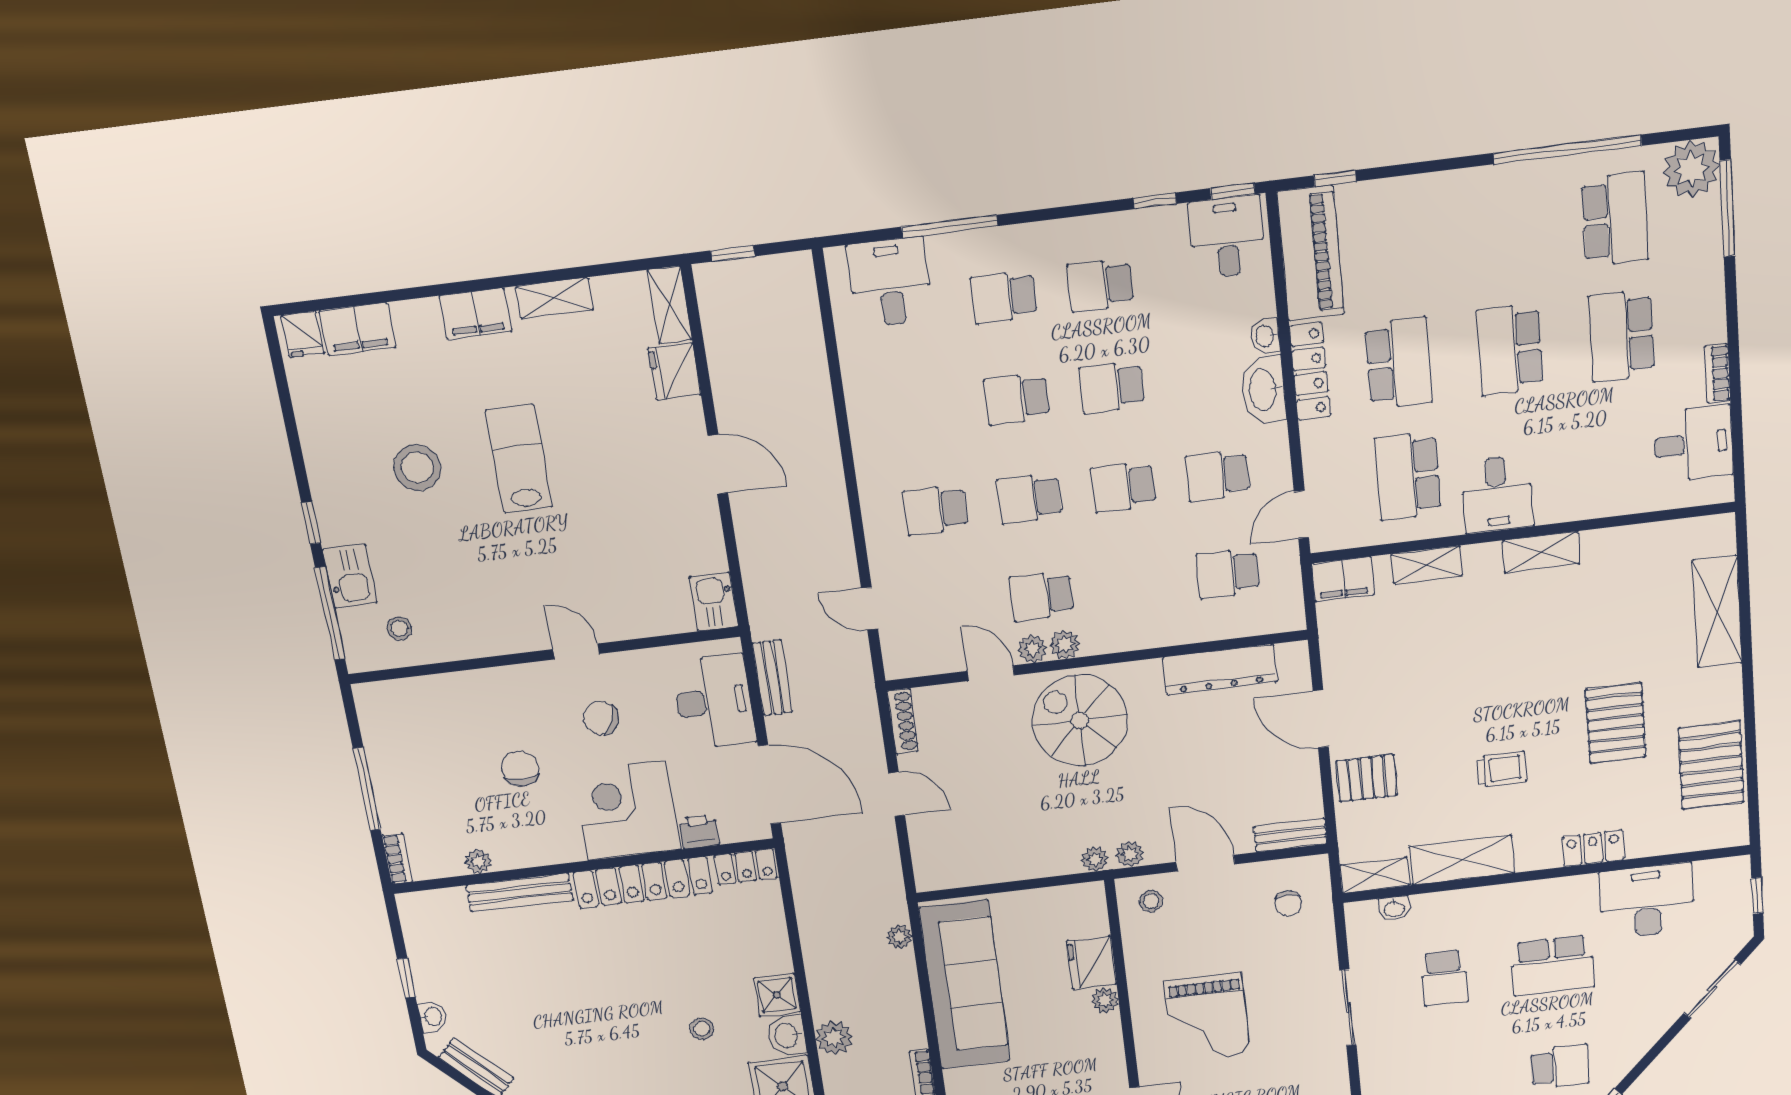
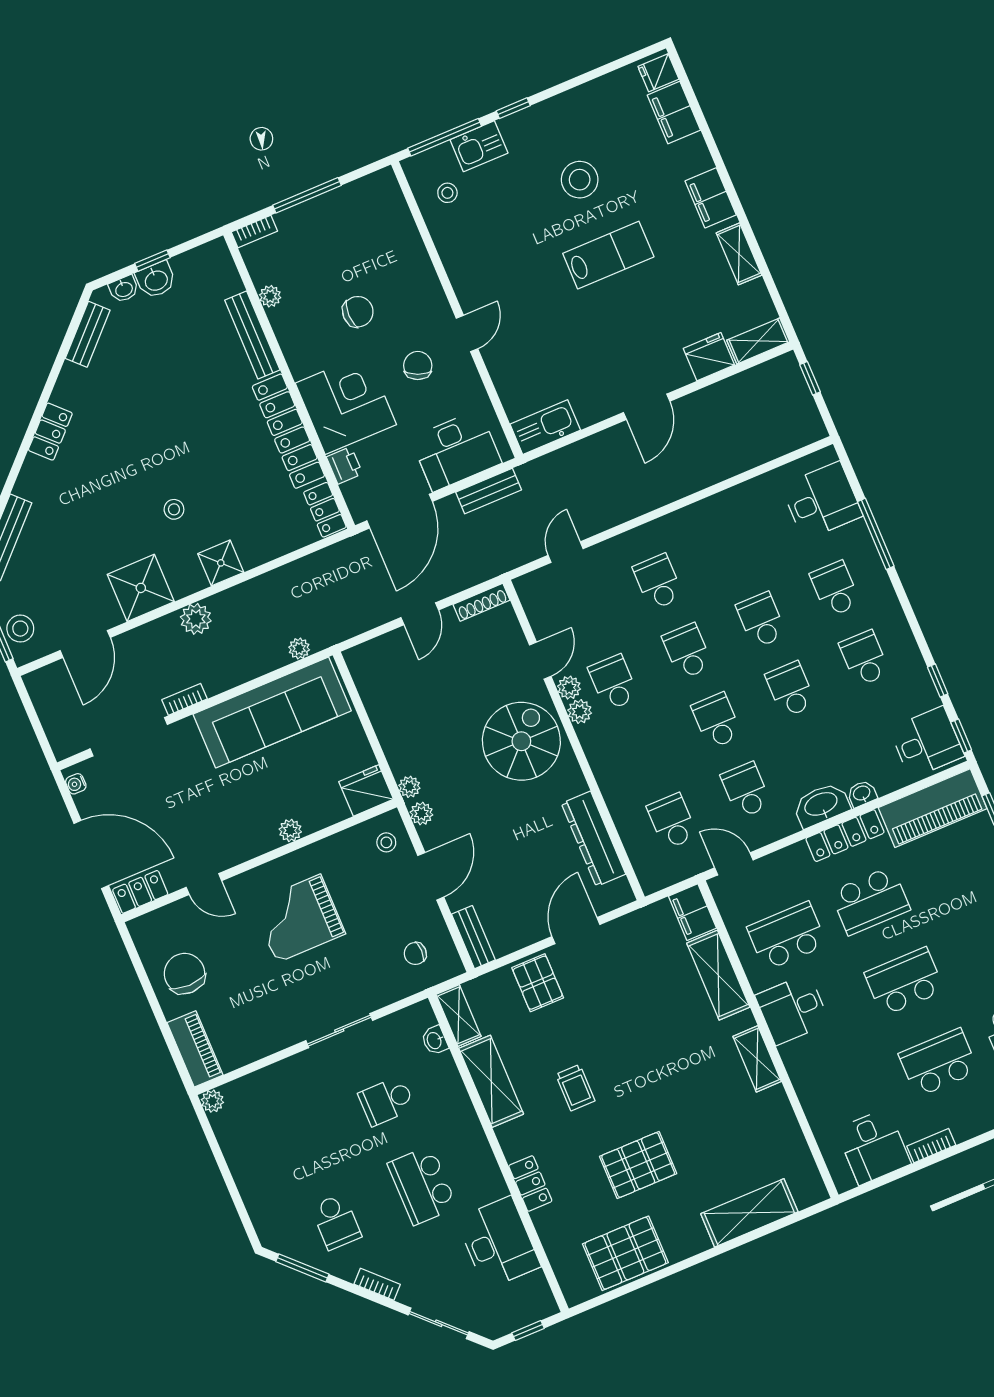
shelving: (1427, 565) -> (718, 975), width x1.50, depth x1.33
kitchen sink: (714, 602) -> (545, 427), width x1.38
fridge: (1091, 962) -> (366, 790), moved
washbasin: (787, 1035) -> (156, 280), moved, turned 180
bookcase: (1644, 1042) -> (377, 1284), added

